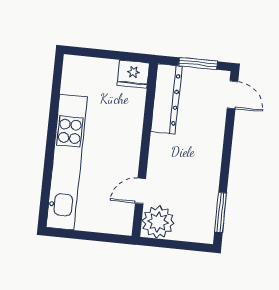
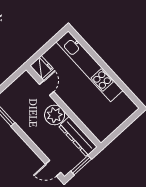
fridge: (133, 74) -> (42, 67), moved, turned 90
plant: (158, 222) -> (55, 115), moved

